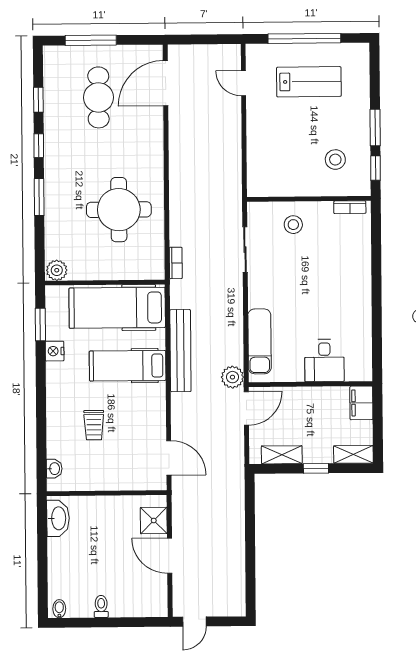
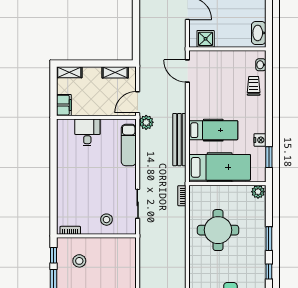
trolley: (94, 425) -> (254, 86), moved
window: (316, 468) -> (93, 63), removed
shower: (154, 520) -> (206, 39), moved

